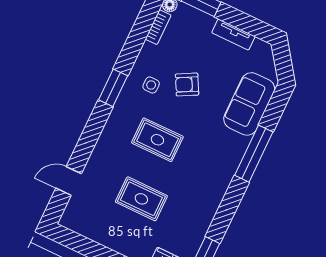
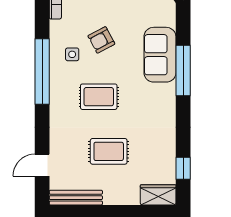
window: (113, 88) -> (42, 71), width x2.11
sofa: (249, 104) -> (160, 55), moved
bench: (87, 229) -> (76, 198), added

